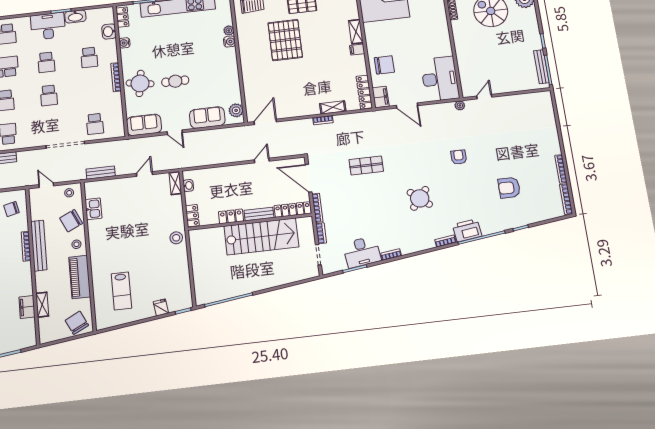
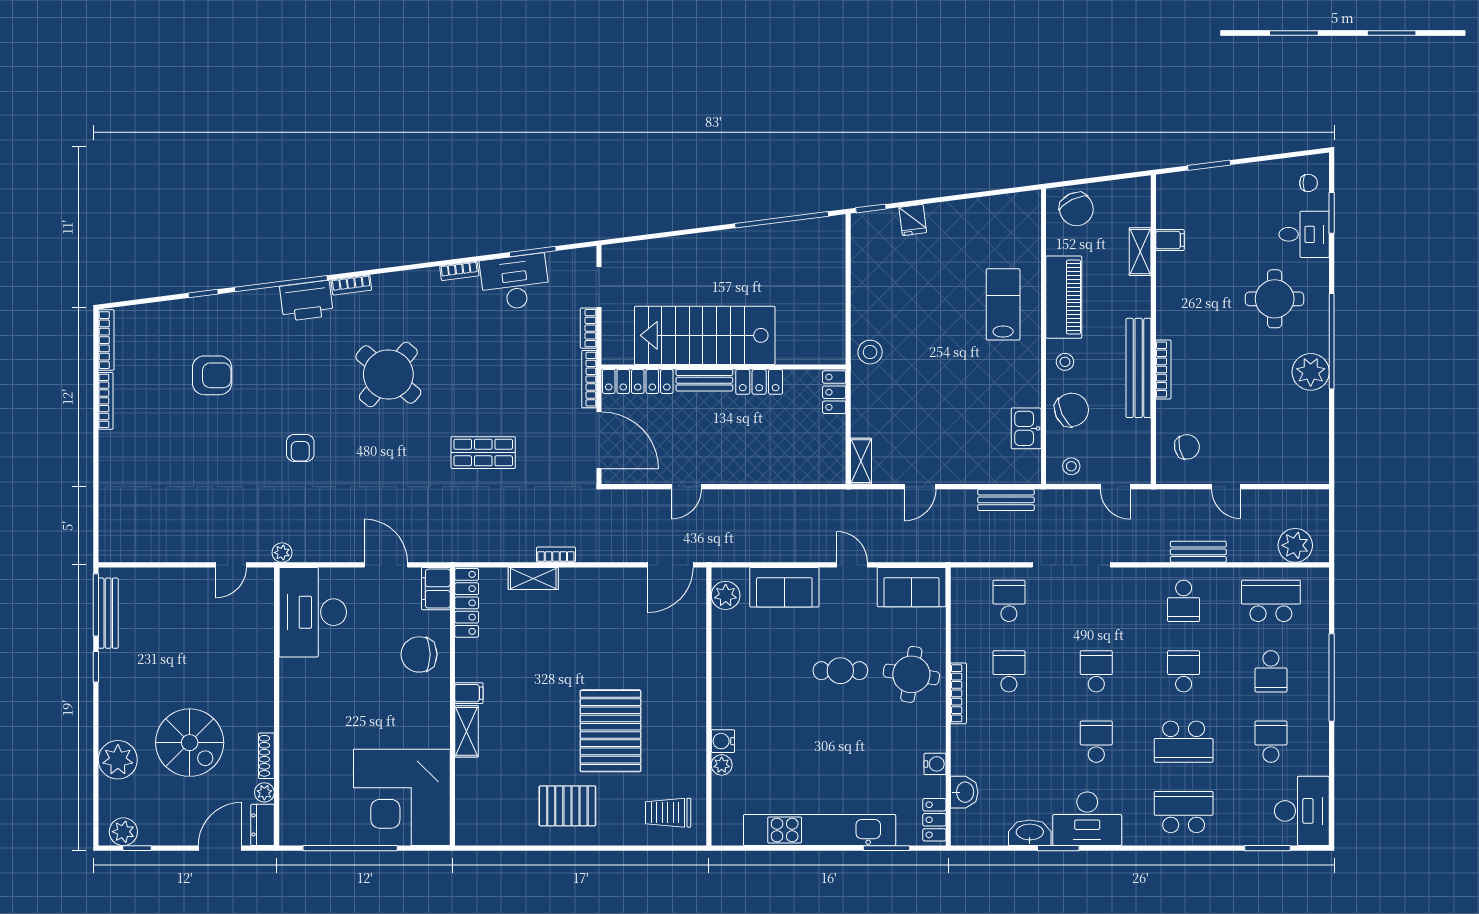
school desk: (89, 57) -> (1009, 671), moved
washbasin: (188, 186) -> (836, 453), removed
round table: (420, 198) -> (388, 375), width x1.36, depth x1.36
lab bench: (121, 291) -> (1003, 304), moved
filing cabinet: (27, 307) -> (1170, 240), width x0.50

